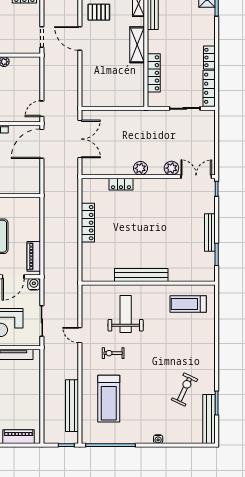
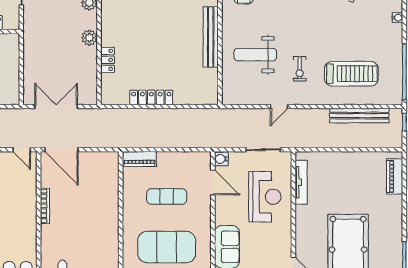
piano: (34, 256) -> (139, 159), moved

